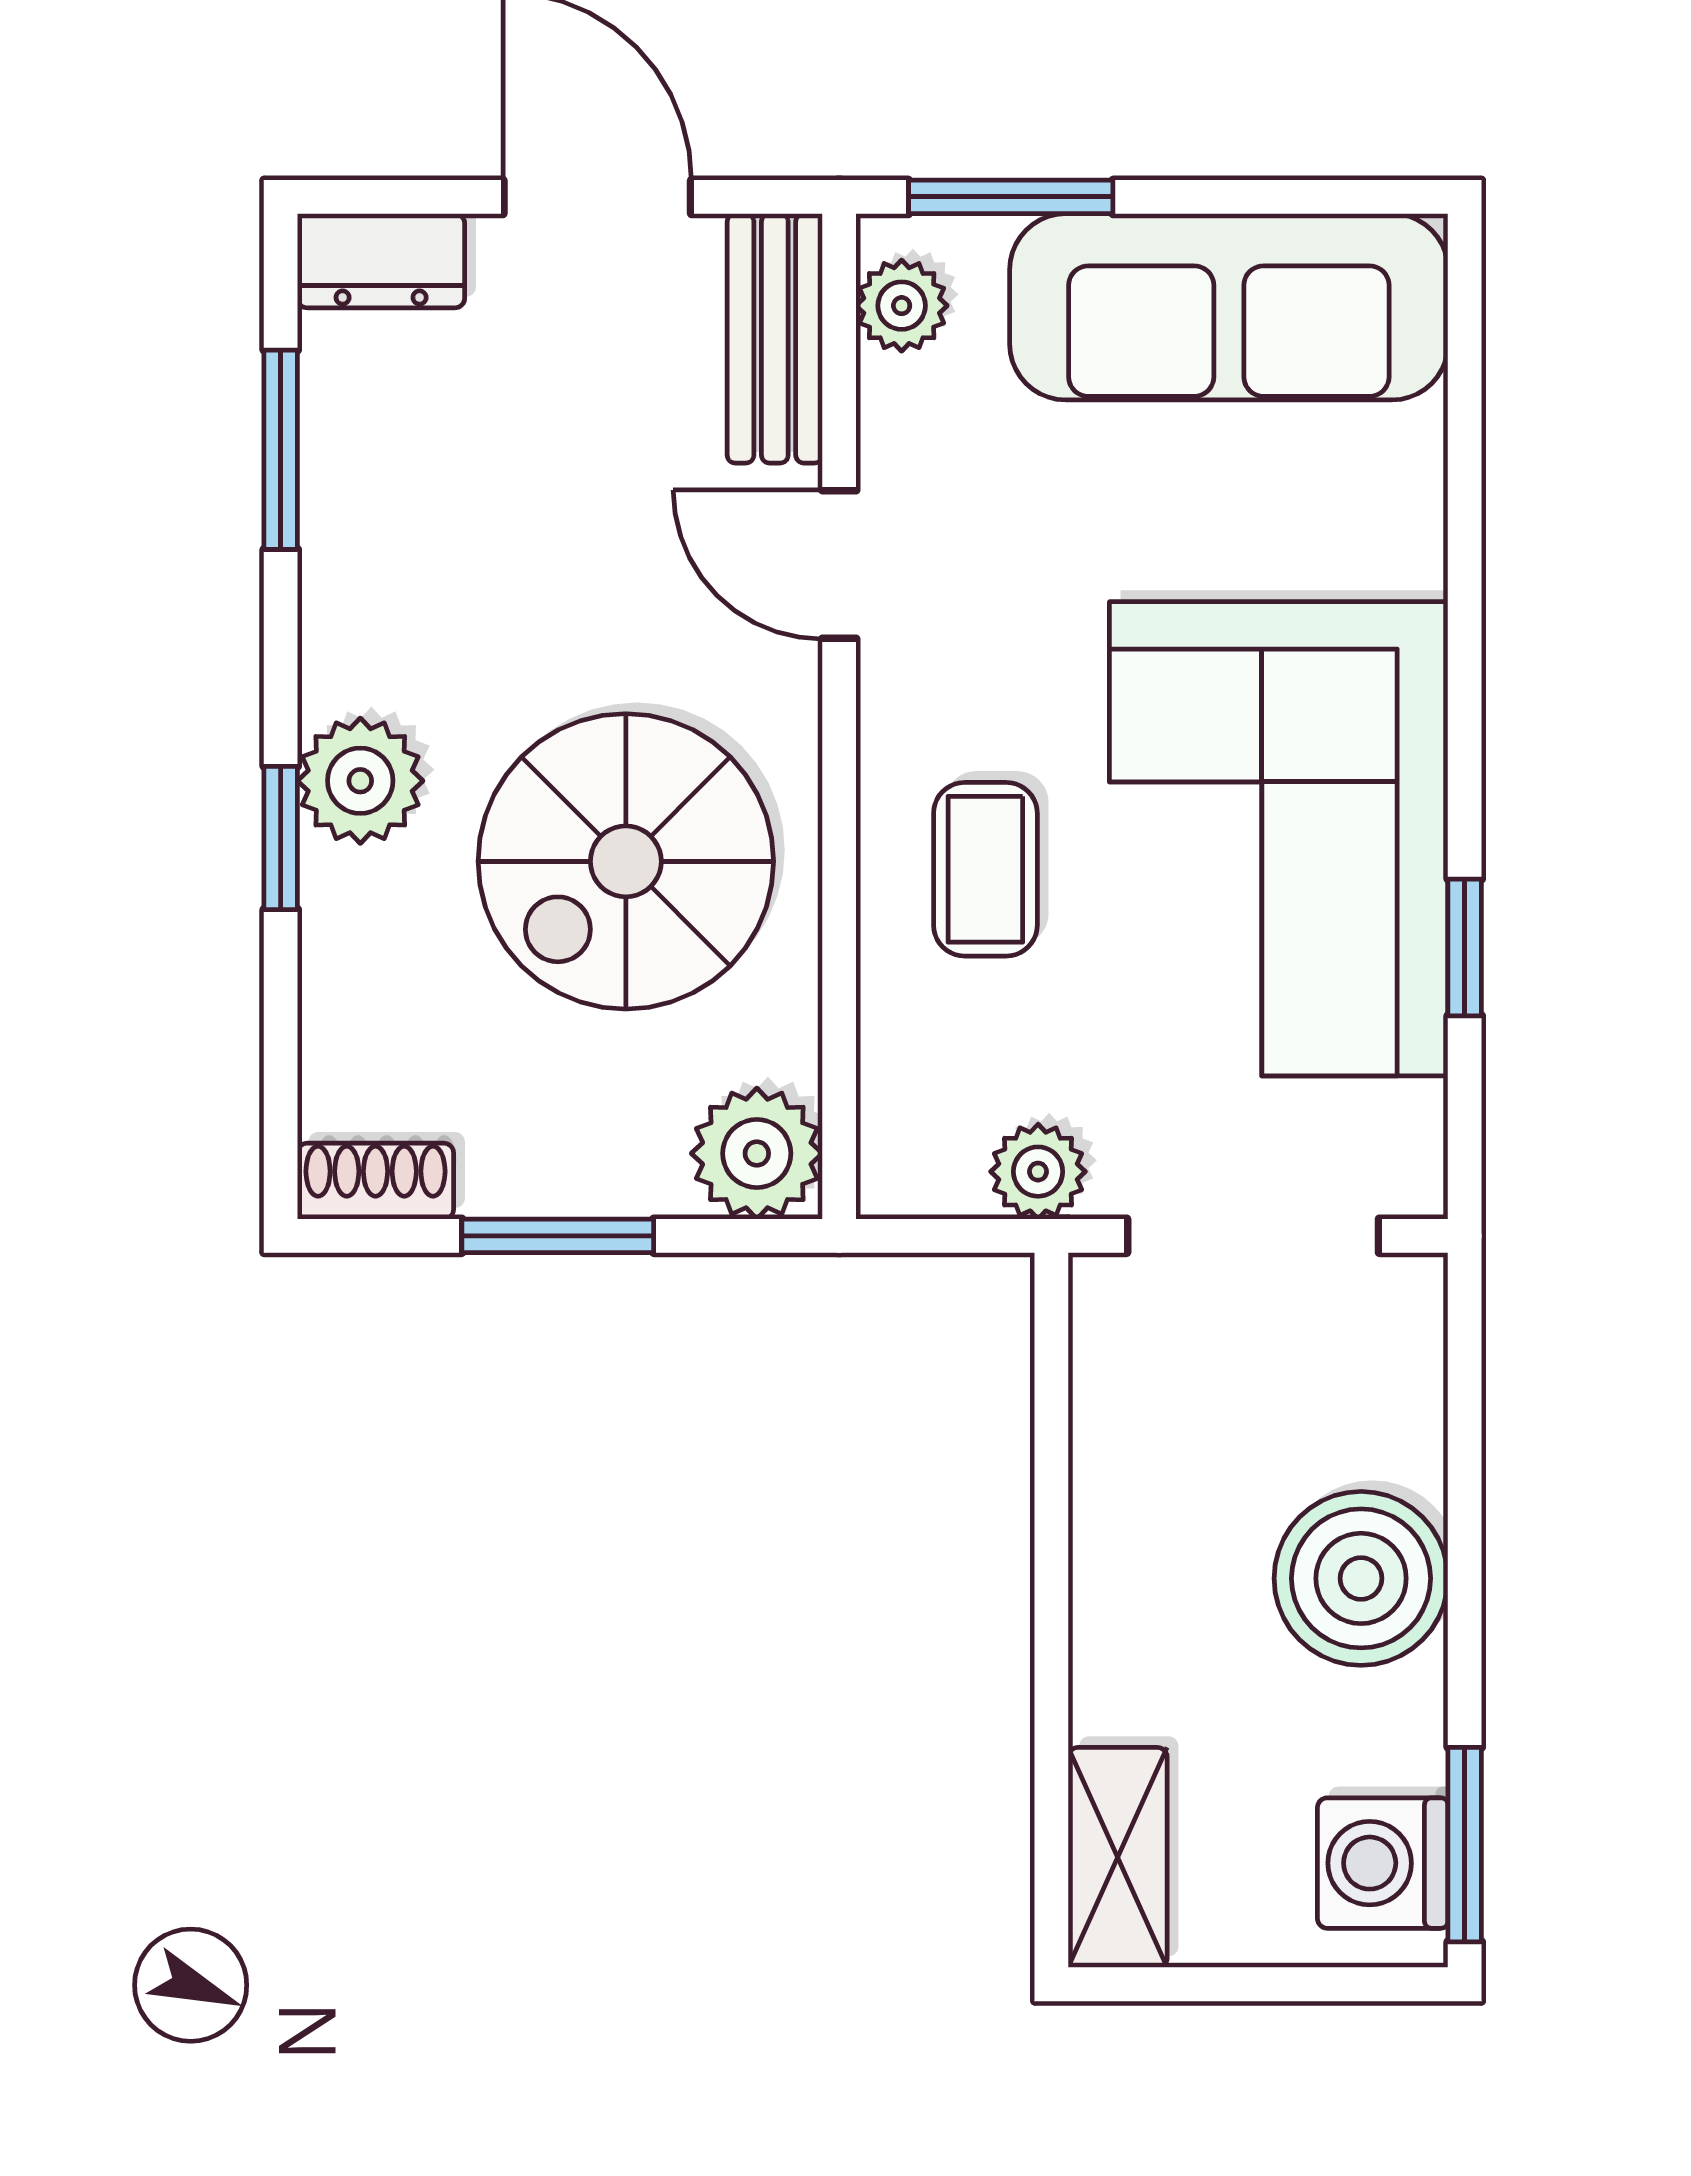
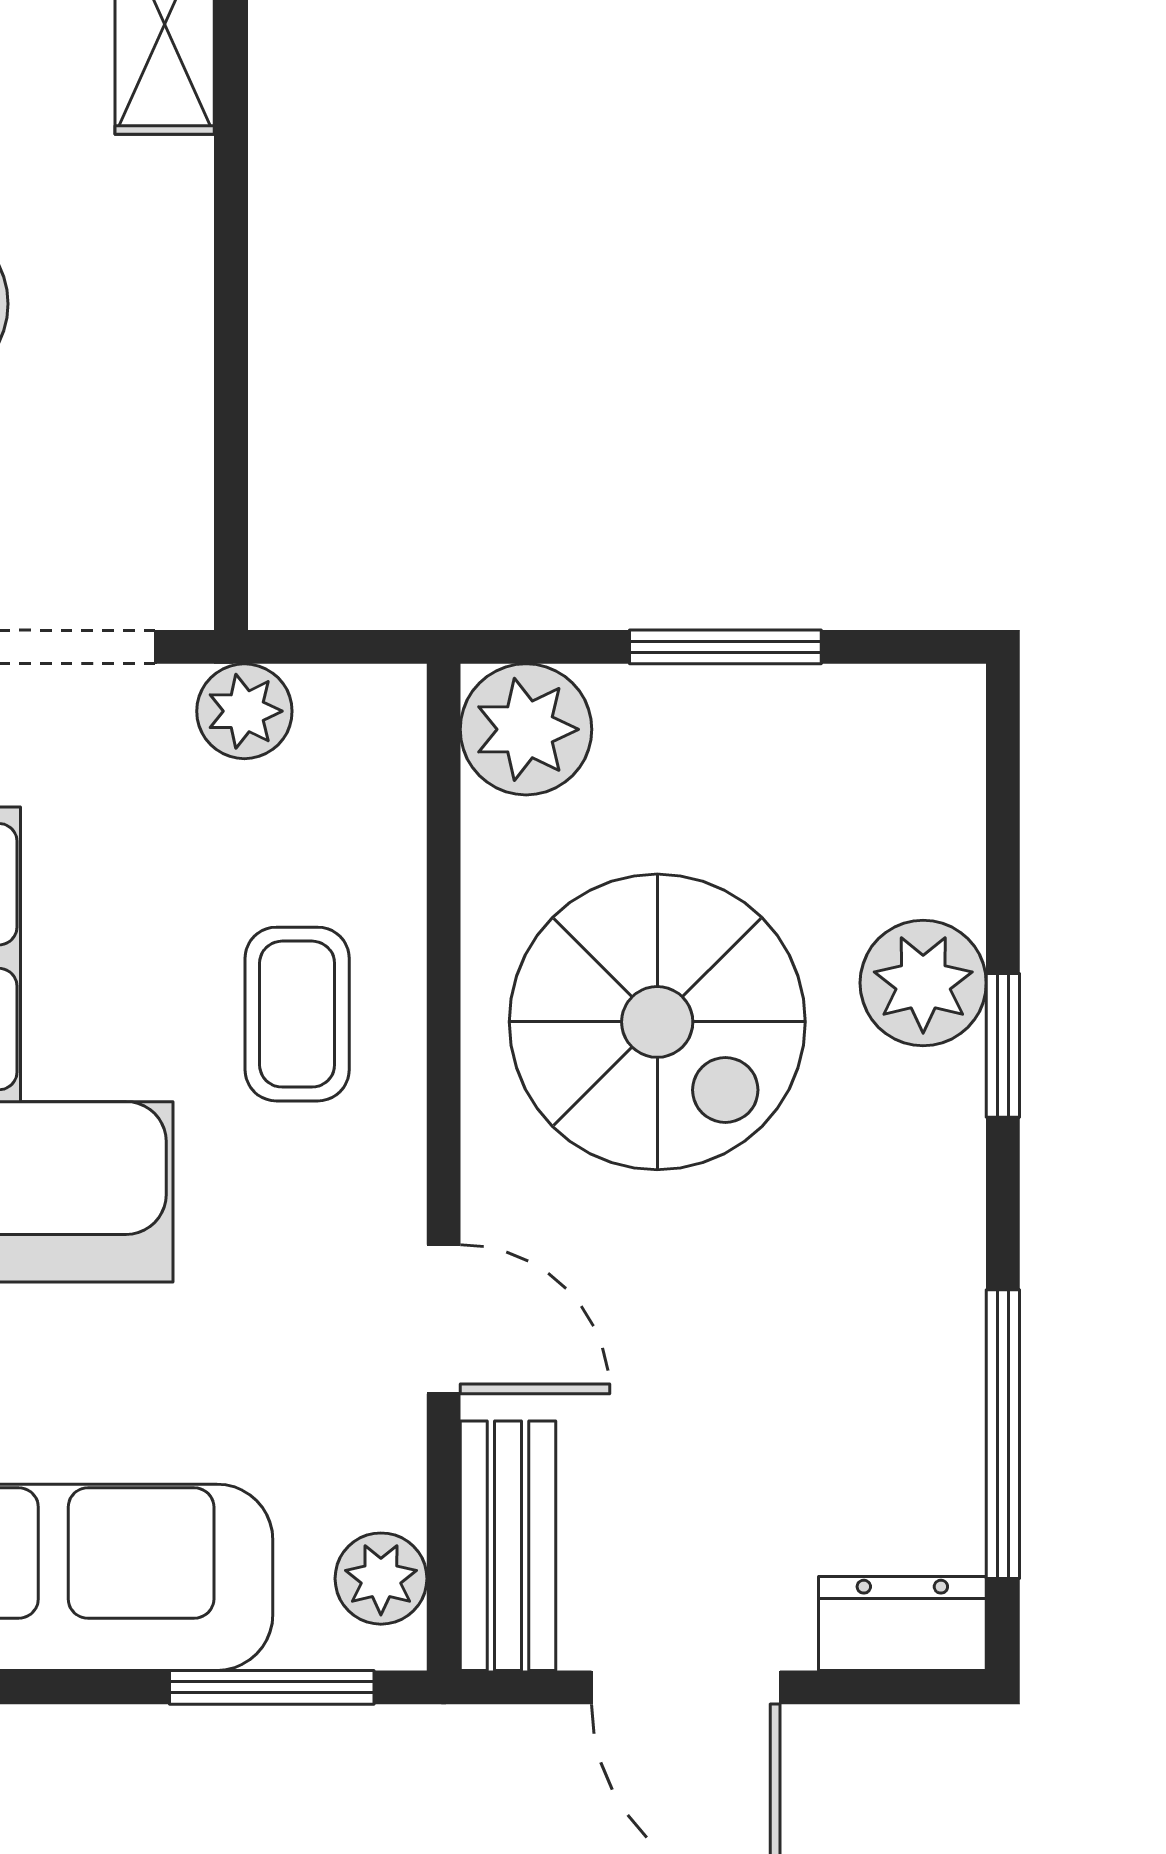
window: (281, 450) -> (1003, 1434), width x1.44
plant: (360, 781) -> (923, 983), moved
spiral stairs: (626, 861) -> (657, 1022), turned 90
shoe rack: (375, 1181) -> (908, 702), removed

